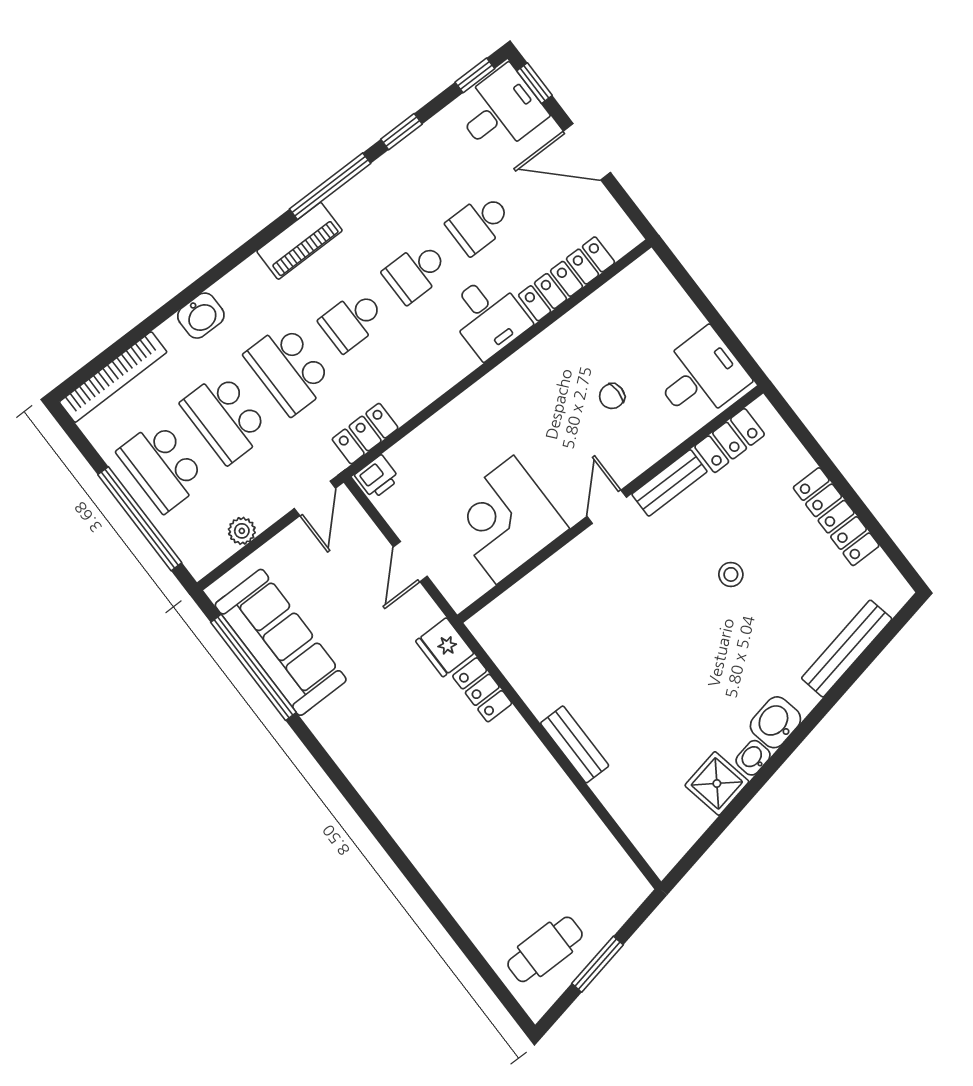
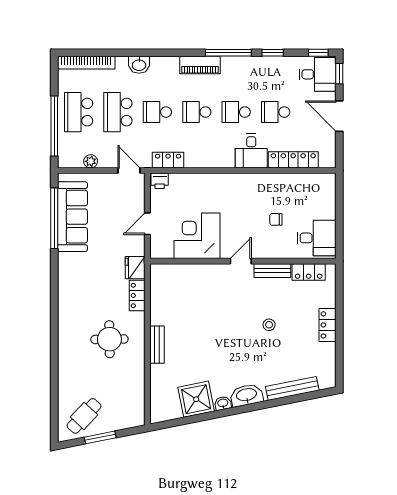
school desk: (289, 369) -> (157, 112), width x0.54
door: (315, 498) -> (129, 171), swing flipped
locker: (836, 517) -> (328, 325), width x0.66
washbasin: (775, 722) -> (247, 395), width x1.38
shower: (717, 783) -> (196, 399), width x1.36, depth x1.36
round table: (491, 794) -> (109, 339), added
cafe table: (545, 949) -> (84, 416), turned -47

